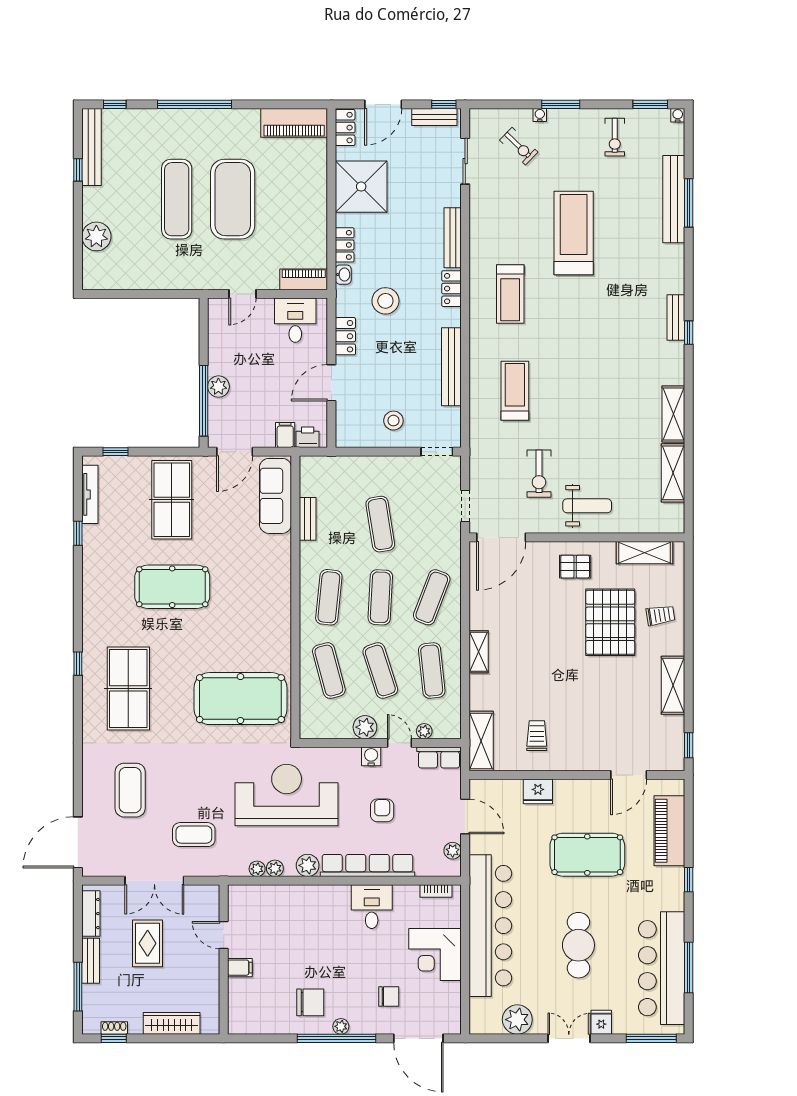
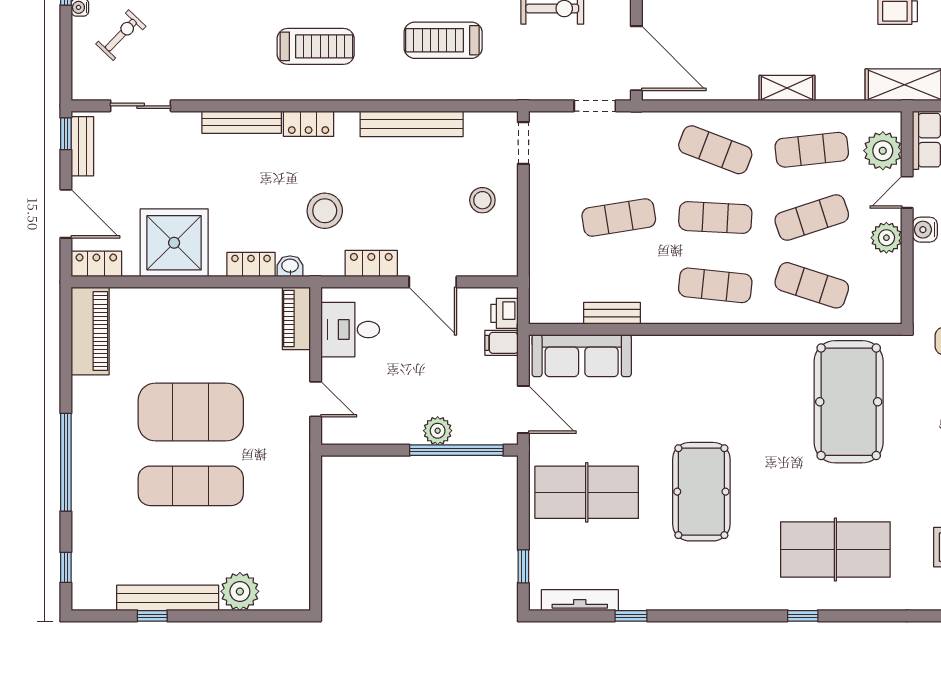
bench: (92, 147) -> (168, 598), moved
exercise mat: (329, 671) -> (812, 285), turned 33
plant: (424, 731) -> (883, 151), width x1.87, depth x1.87

